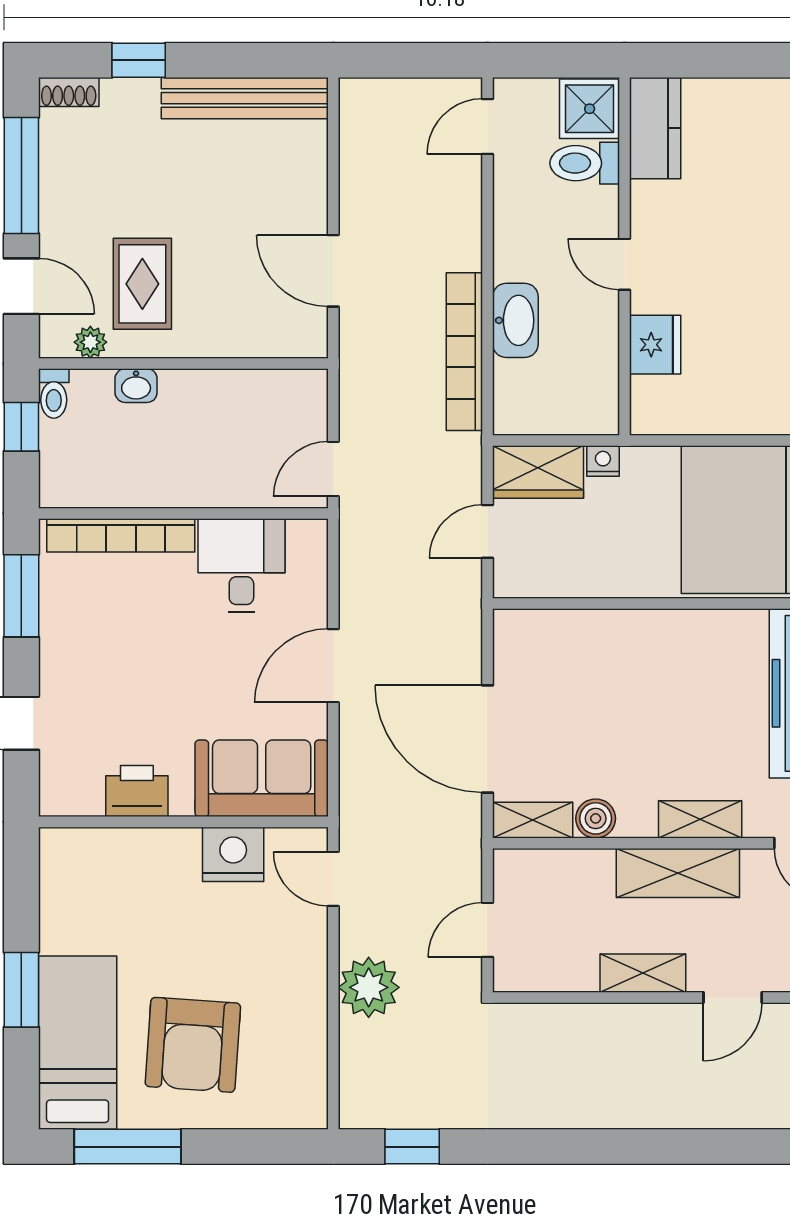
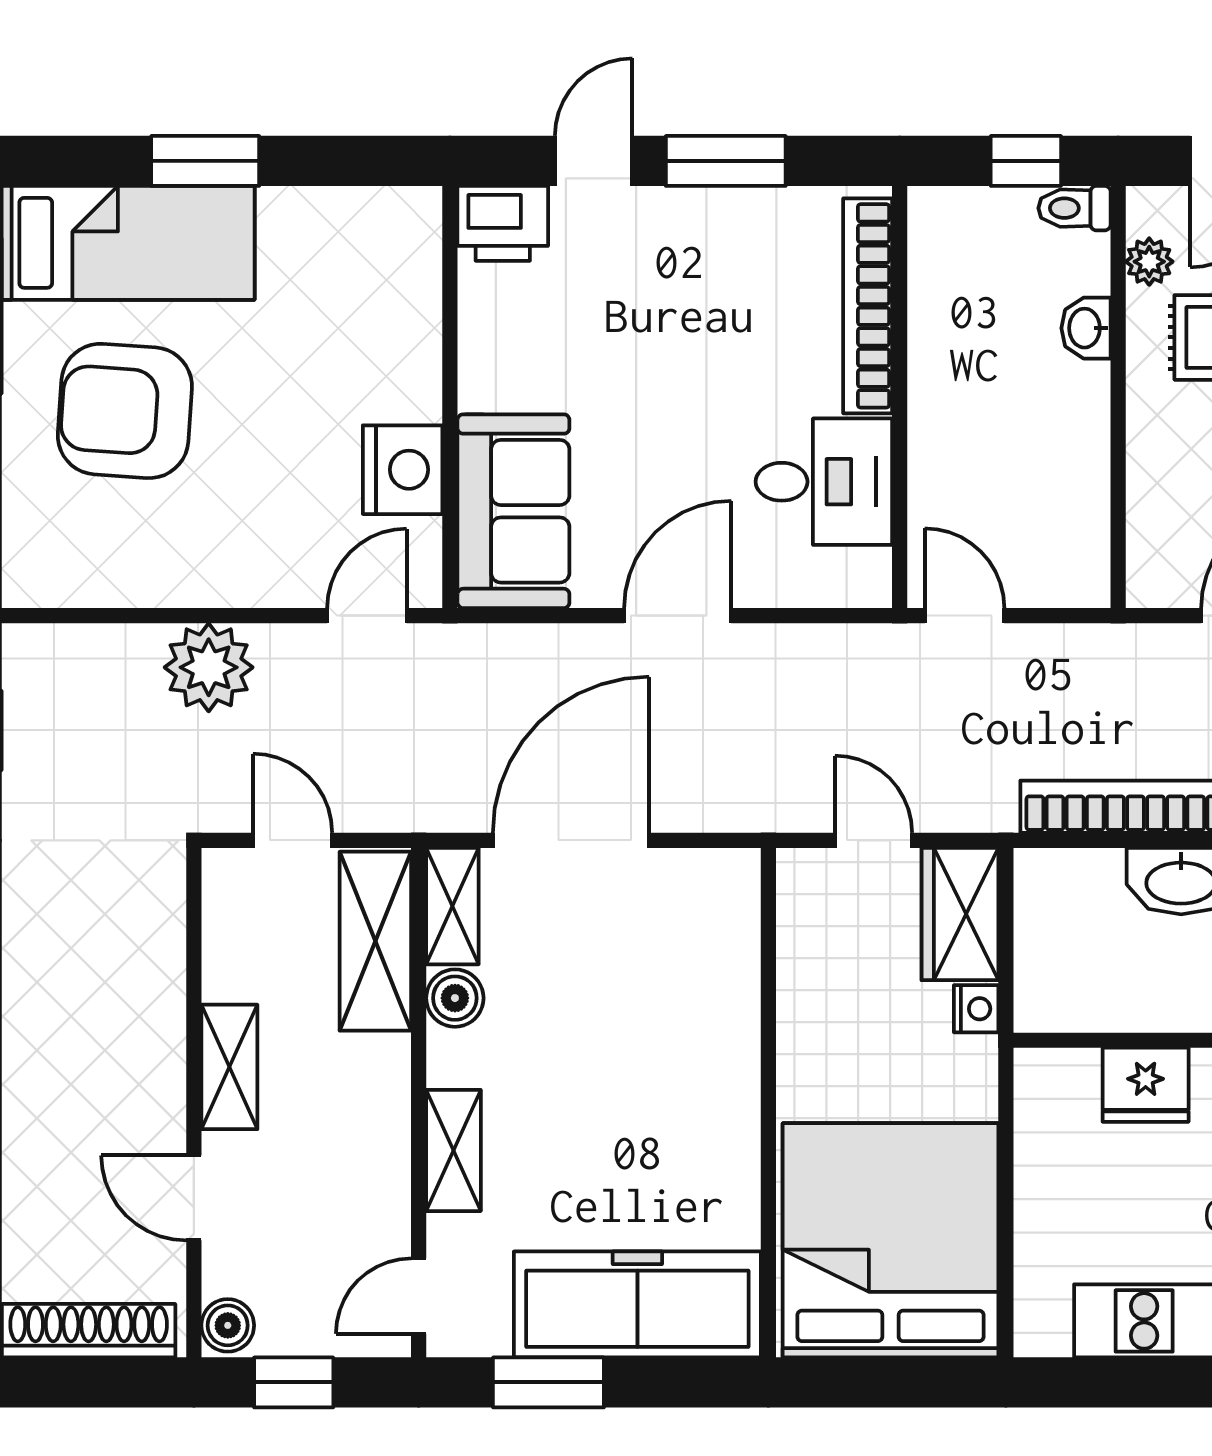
window: (21, 596) -> (726, 161), moved
door: (333, 666) -> (678, 616), hinge flipped
printer: (137, 791) -> (503, 223), moved, turned 90
shelving: (678, 873) -> (375, 941), moved

